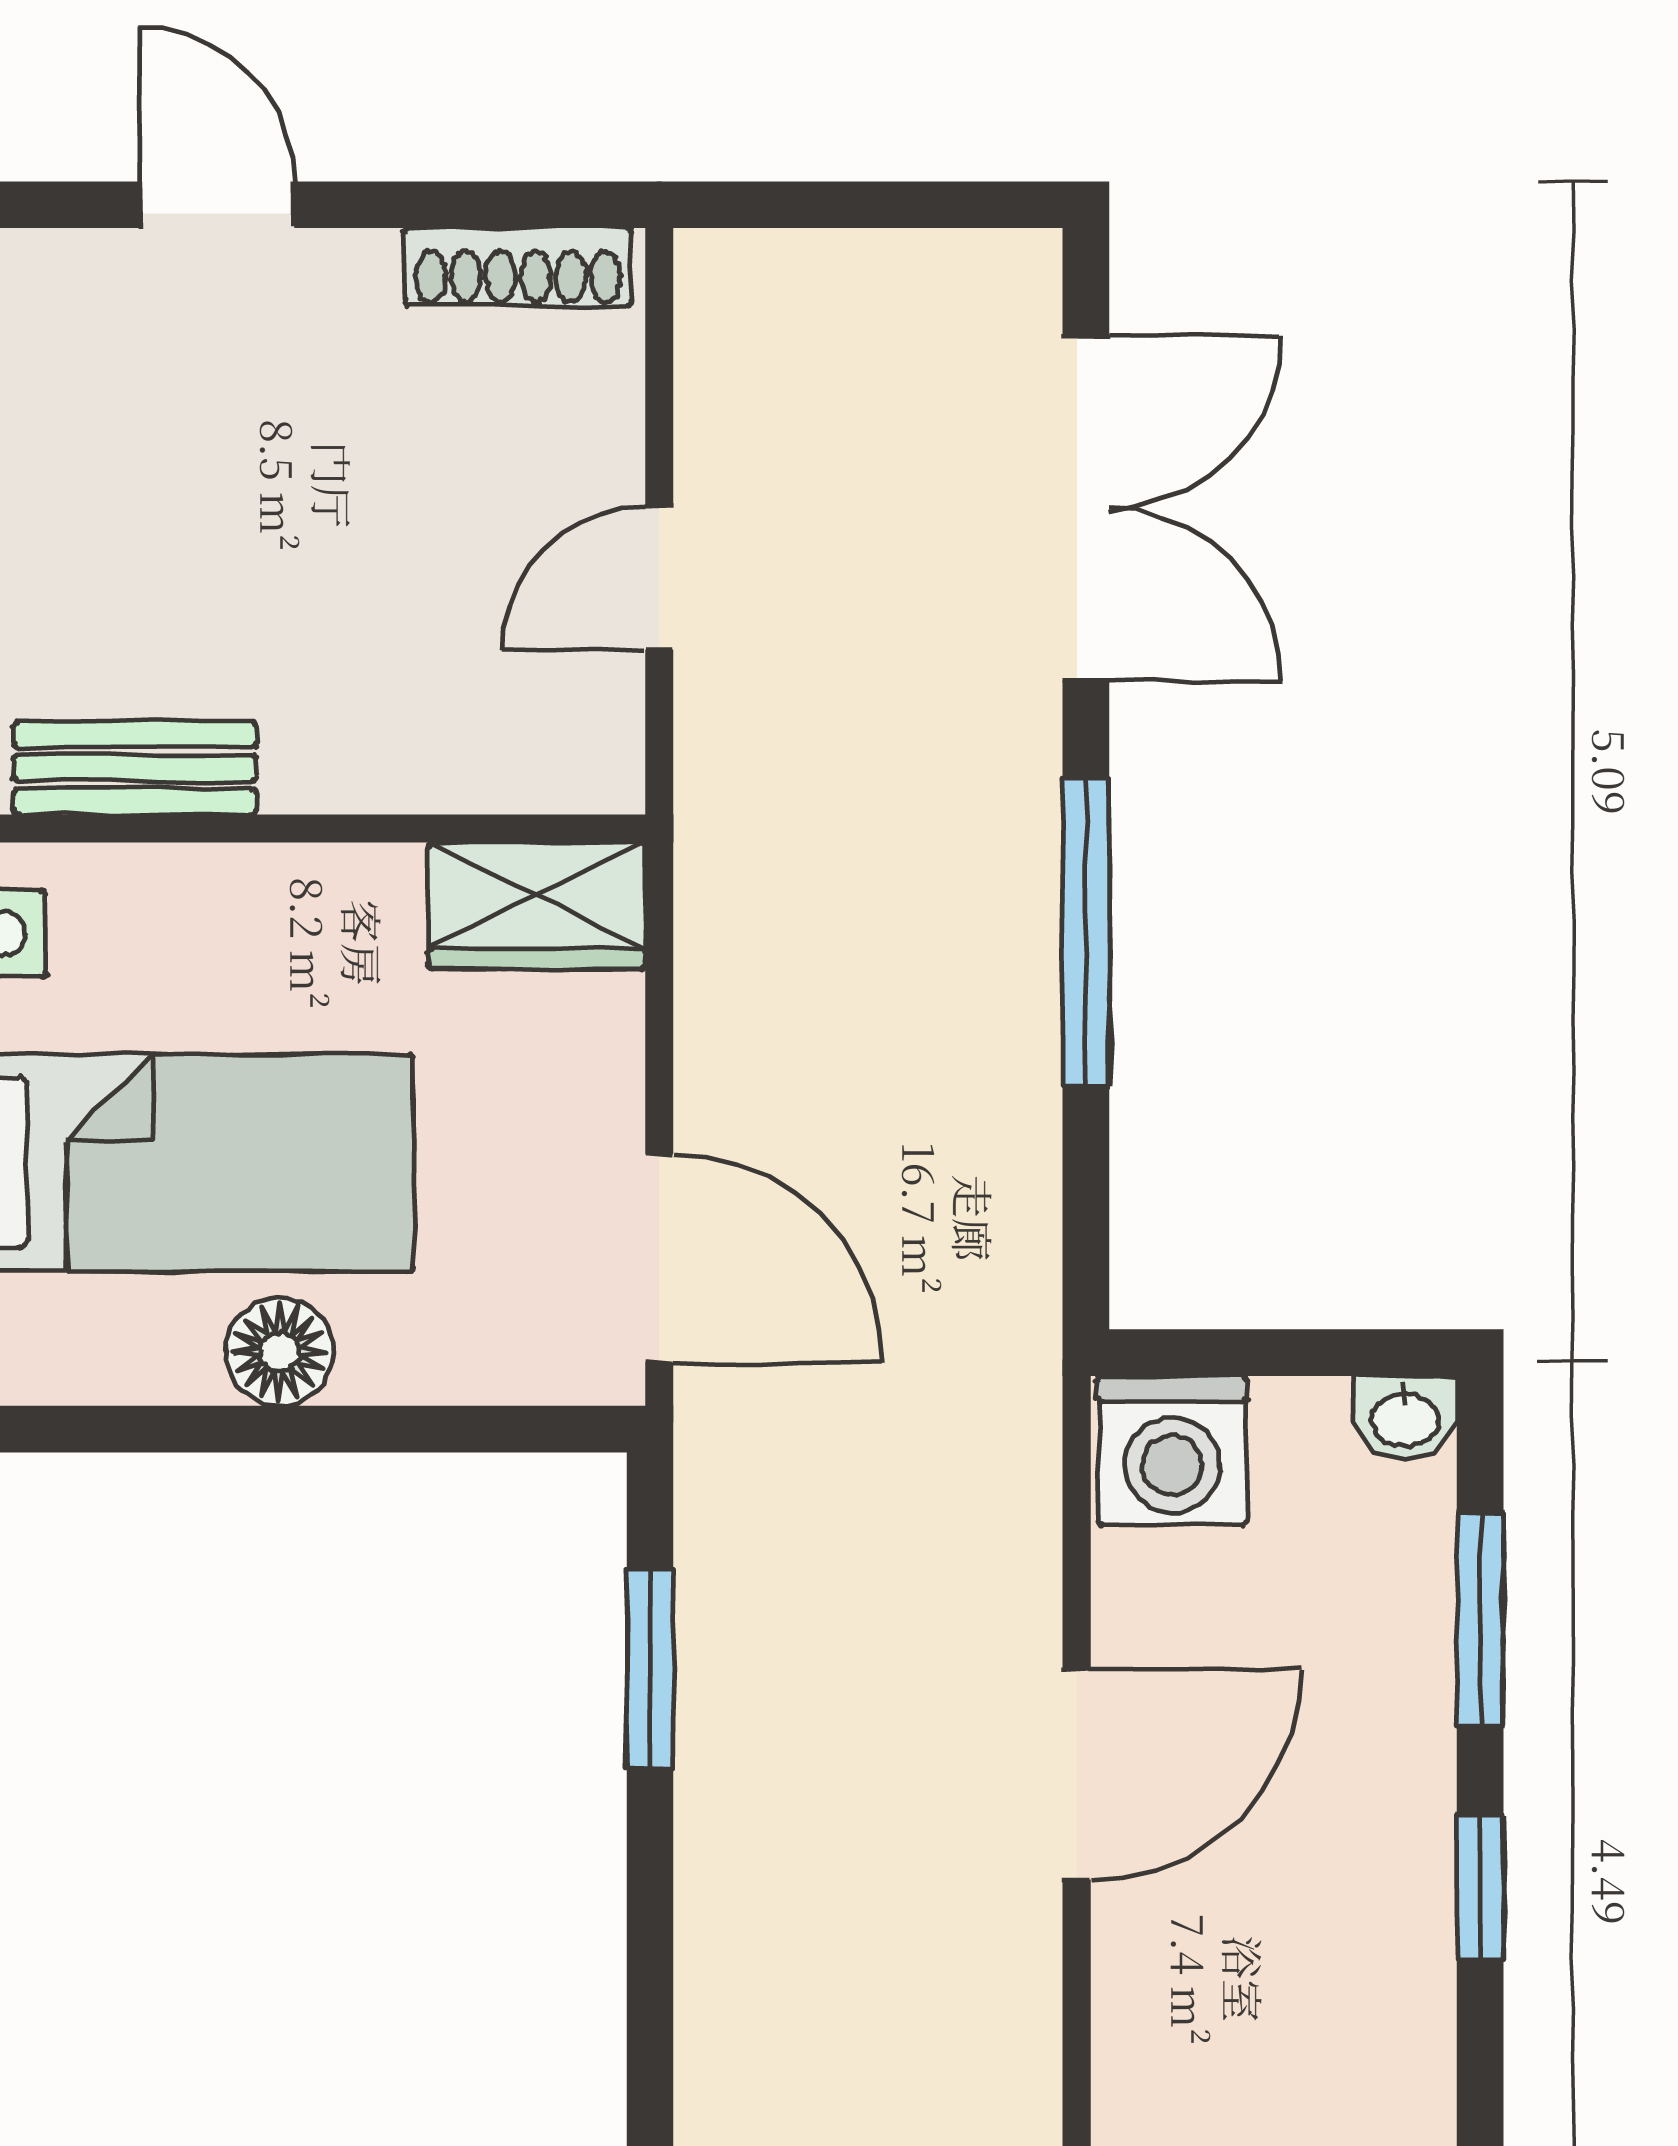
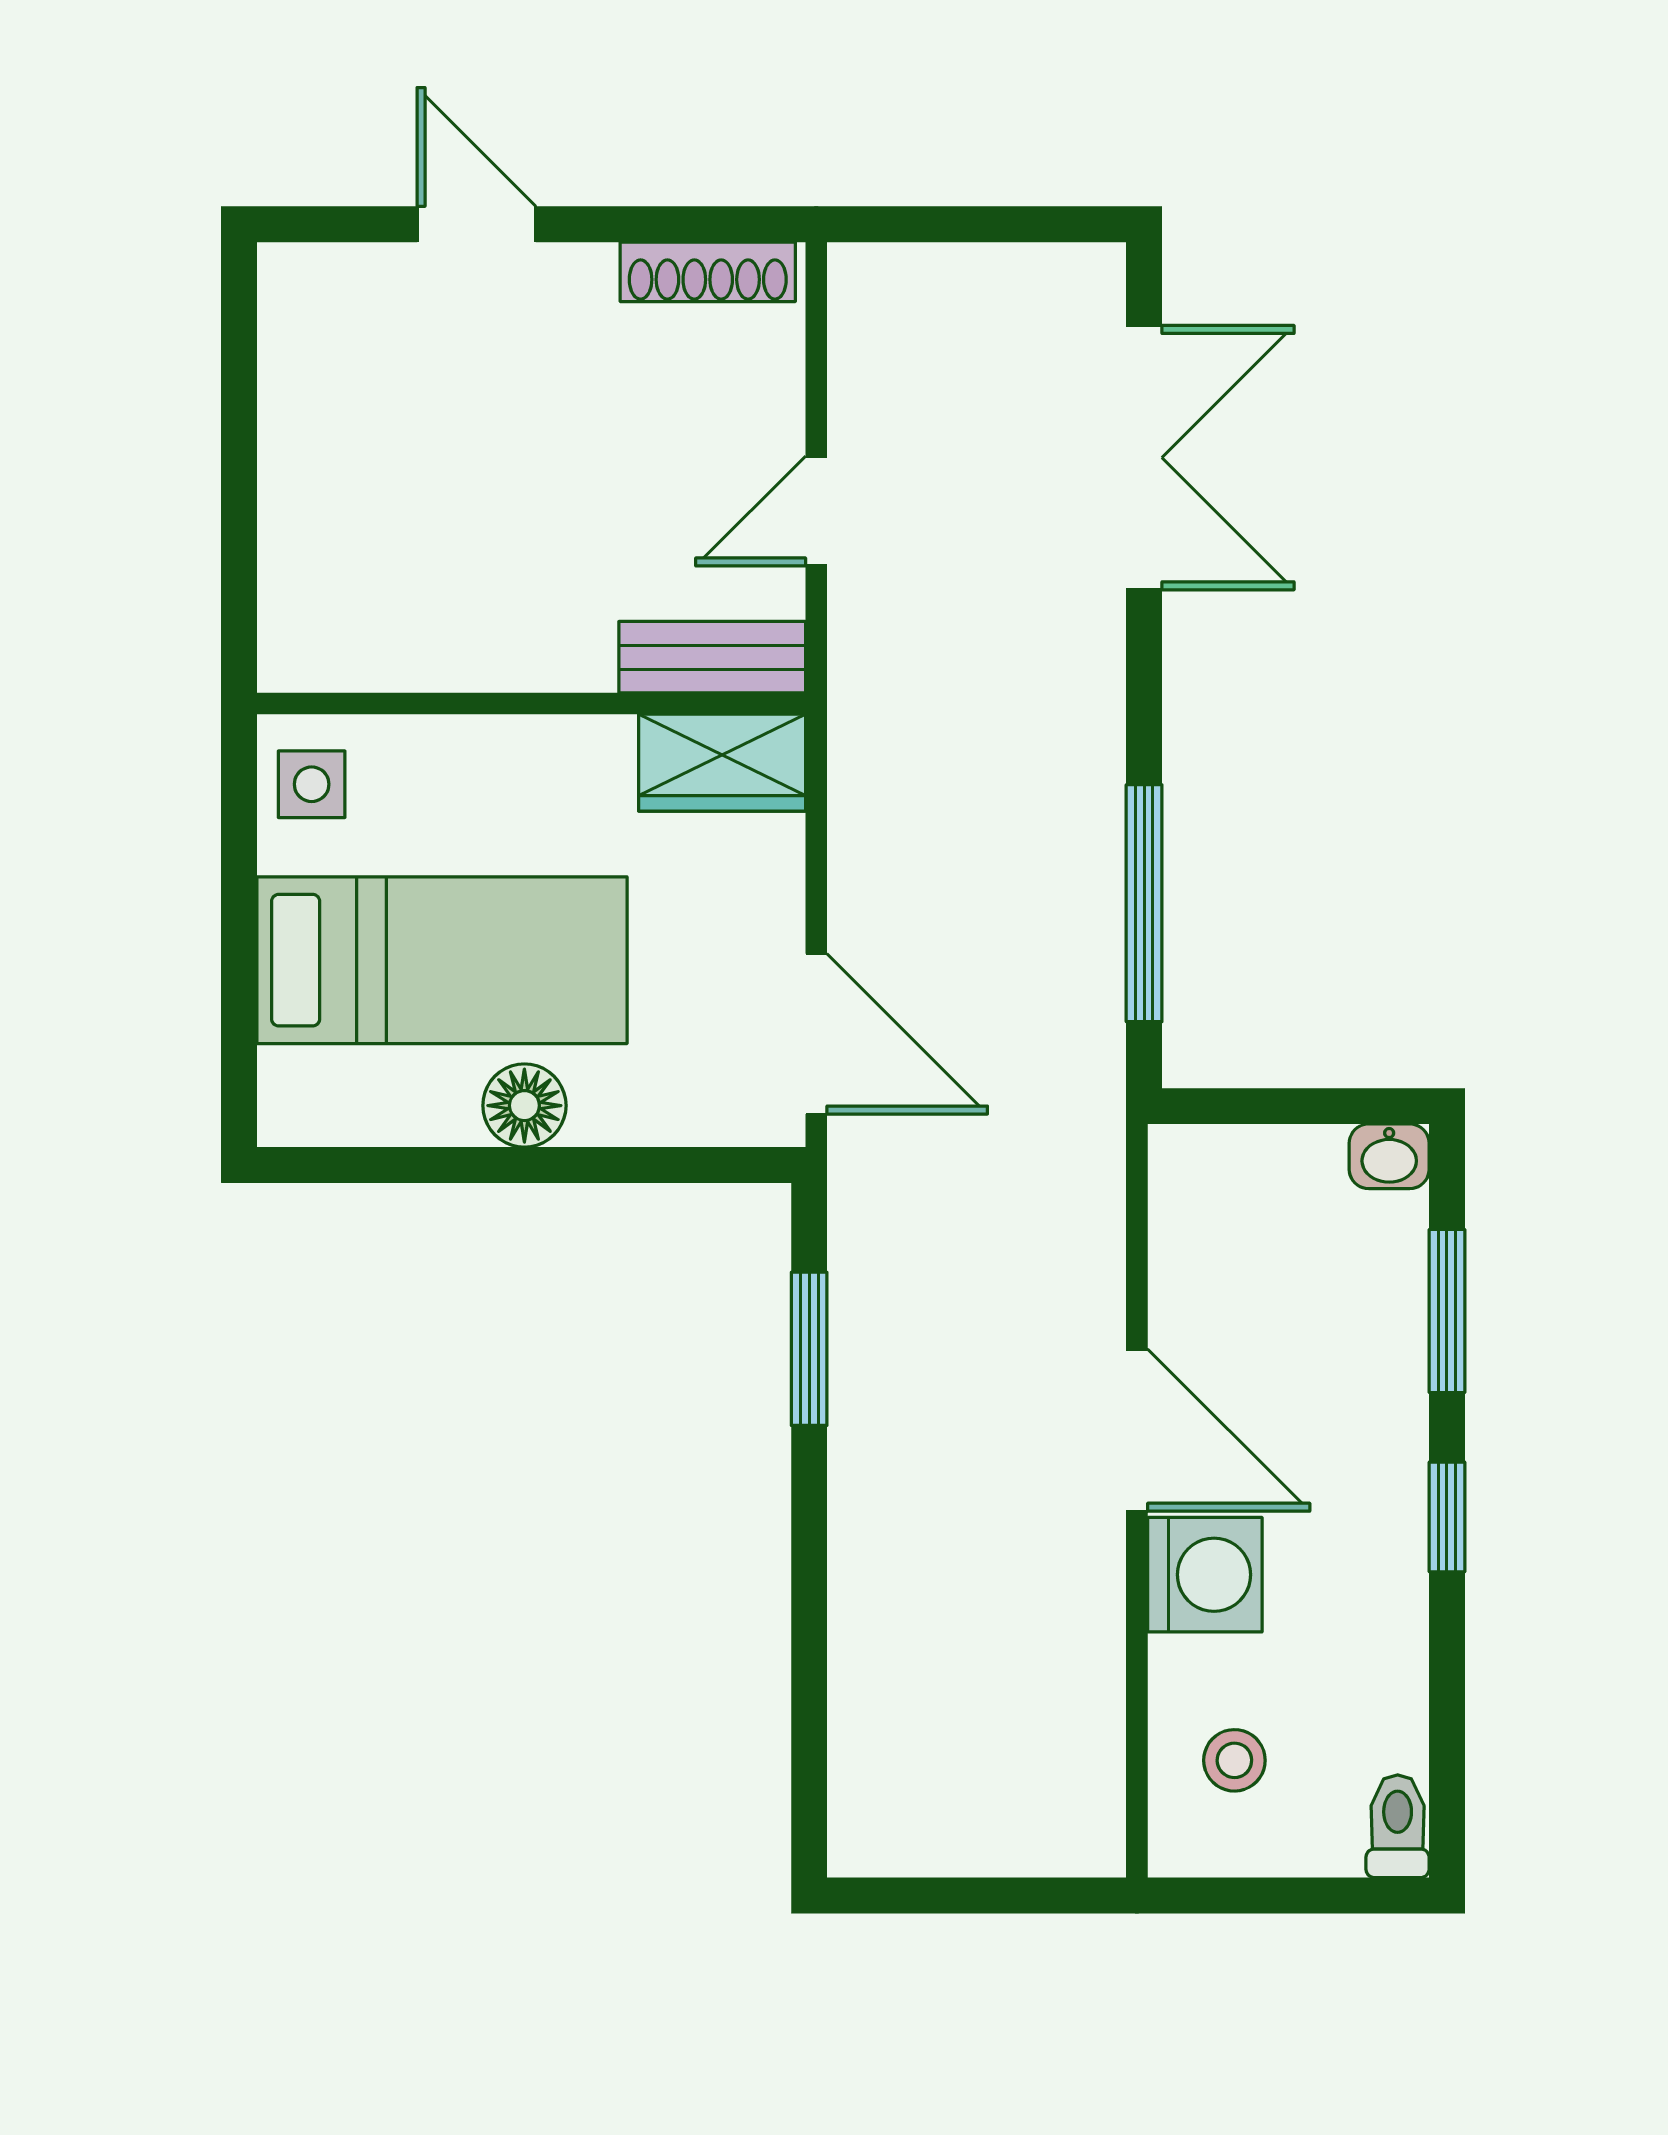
bench: (135, 768) -> (712, 657), moved
window: (1086, 932) -> (1144, 903), moved
washing machine: (1172, 1450) -> (1205, 1575), moved, turned -90
door: (1077, 1774) -> (1137, 1430), hinge flipped

